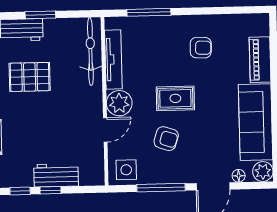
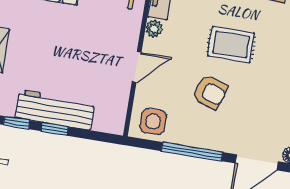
plant: (119, 103) -> (154, 29), width x0.53, depth x0.53
workbench: (56, 175) -> (55, 110), width x1.38

